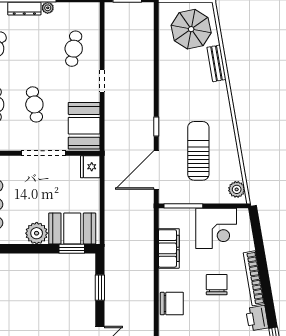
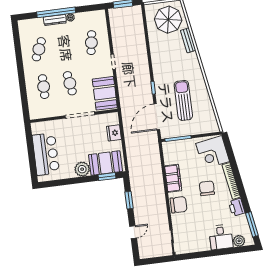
fridge: (90, 167) -> (114, 133), moved
plant: (237, 189) -> (212, 123), removed
corner desk: (216, 228) -> (213, 152), moved, turned 80
filing cabinet: (169, 248) -> (173, 178), moved

